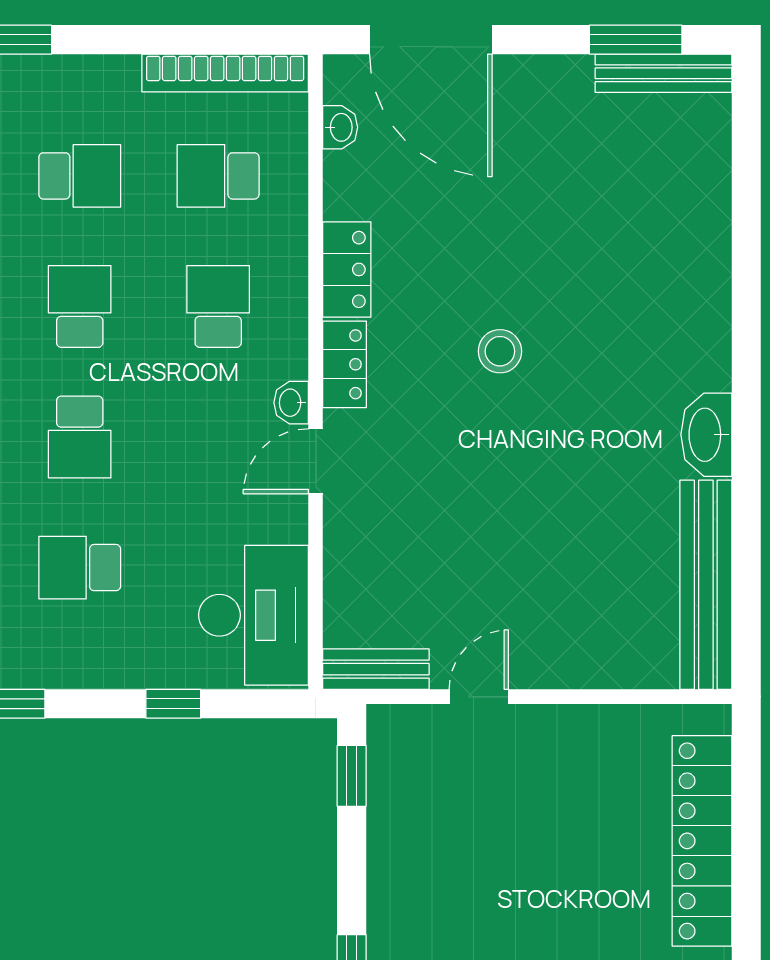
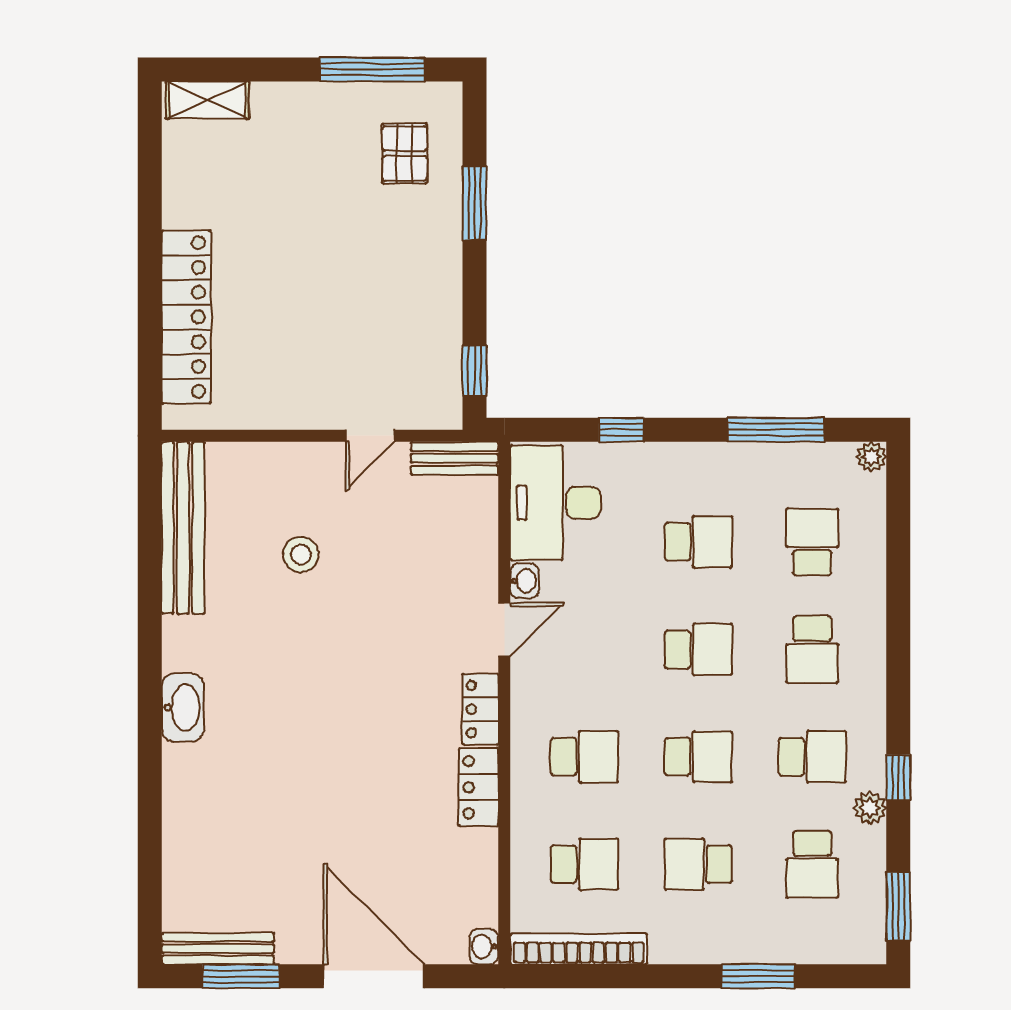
door: (431, 40) -> (374, 976), moved
washbasin: (340, 127) -> (484, 947), moved
school desk: (80, 306) -> (698, 757), turned -90
school desk: (218, 306) -> (584, 757), turned -90
stool: (500, 351) -> (301, 554), moved
washbasin: (291, 403) -> (524, 581), moved
washbasin: (706, 435) -> (183, 708), moved
school desk: (80, 437) -> (698, 649), turned 90

